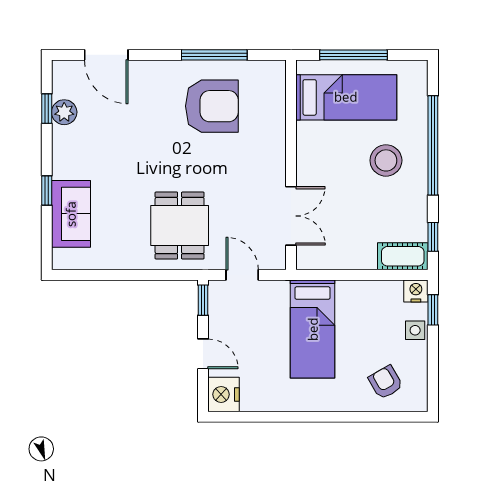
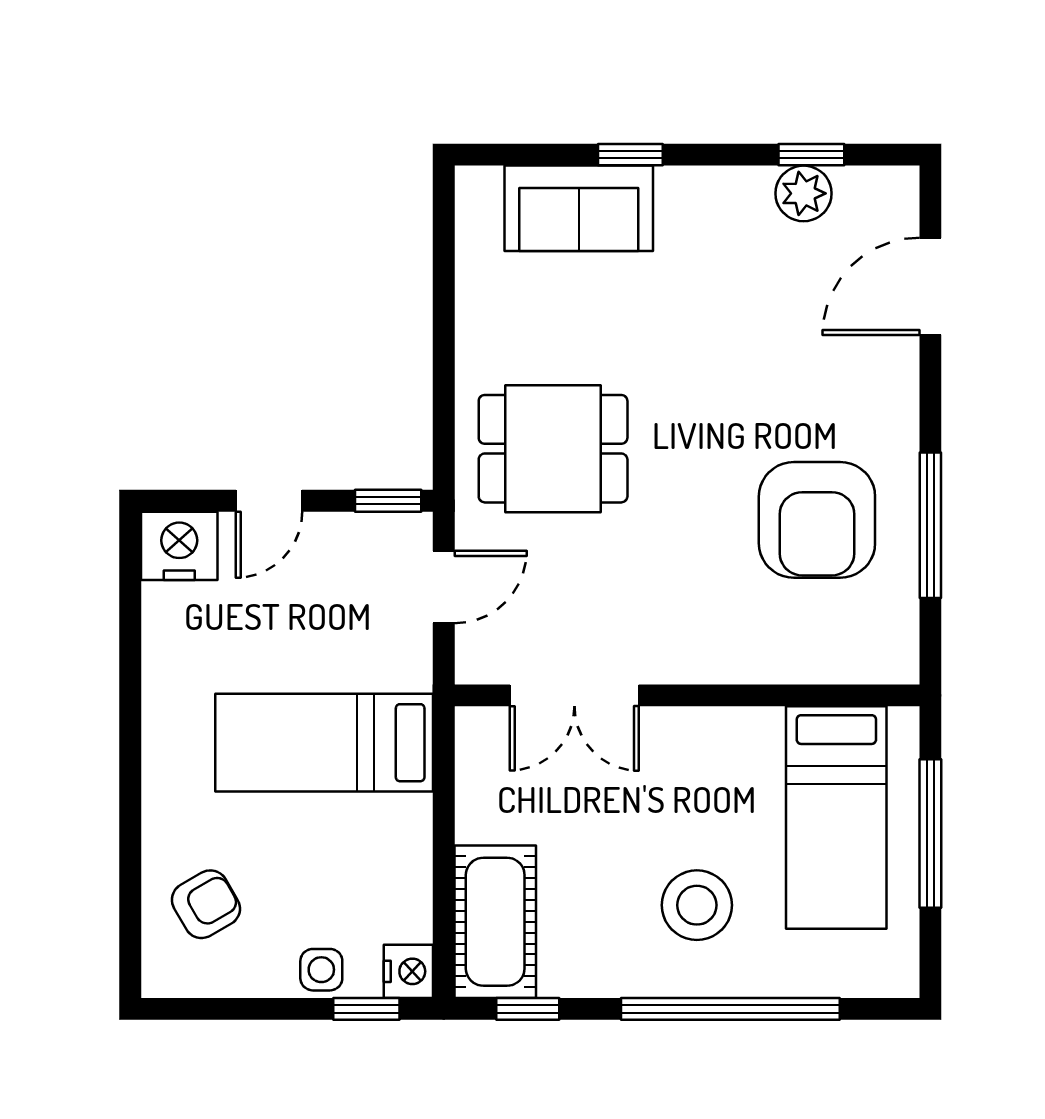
cot: (403, 256) -> (495, 922), width x1.37, depth x1.34

